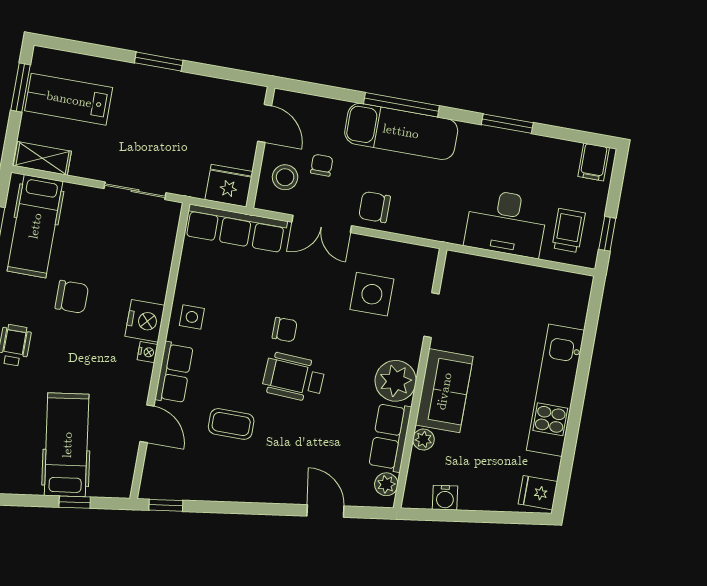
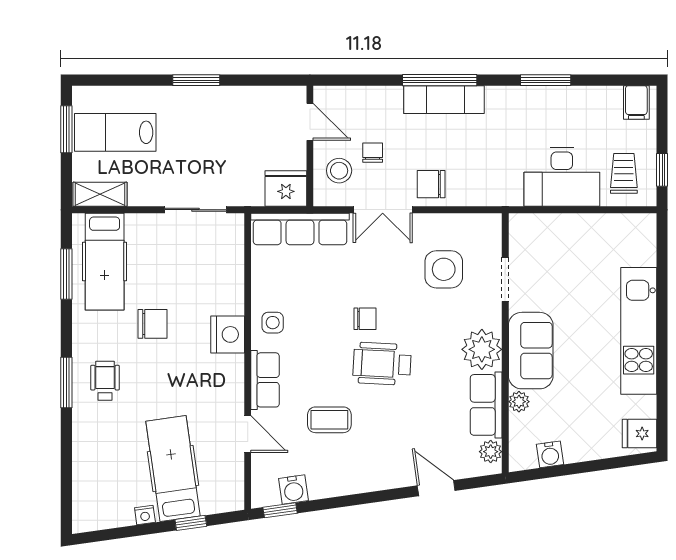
exam couch: (401, 131) -> (444, 100), width x0.73, depth x0.69
nightstand: (147, 352) -> (145, 515), moved, turned 82
water cooler: (183, 487) -> (293, 490), added

